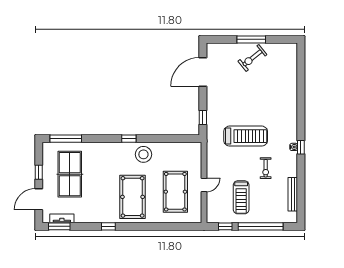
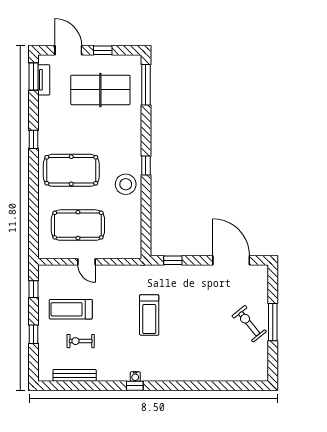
treadmill: (246, 136) -> (149, 315), width x0.73, depth x0.73
exercise bike: (266, 168) -> (81, 341), moved
window: (261, 226) -> (34, 334), width x0.32

